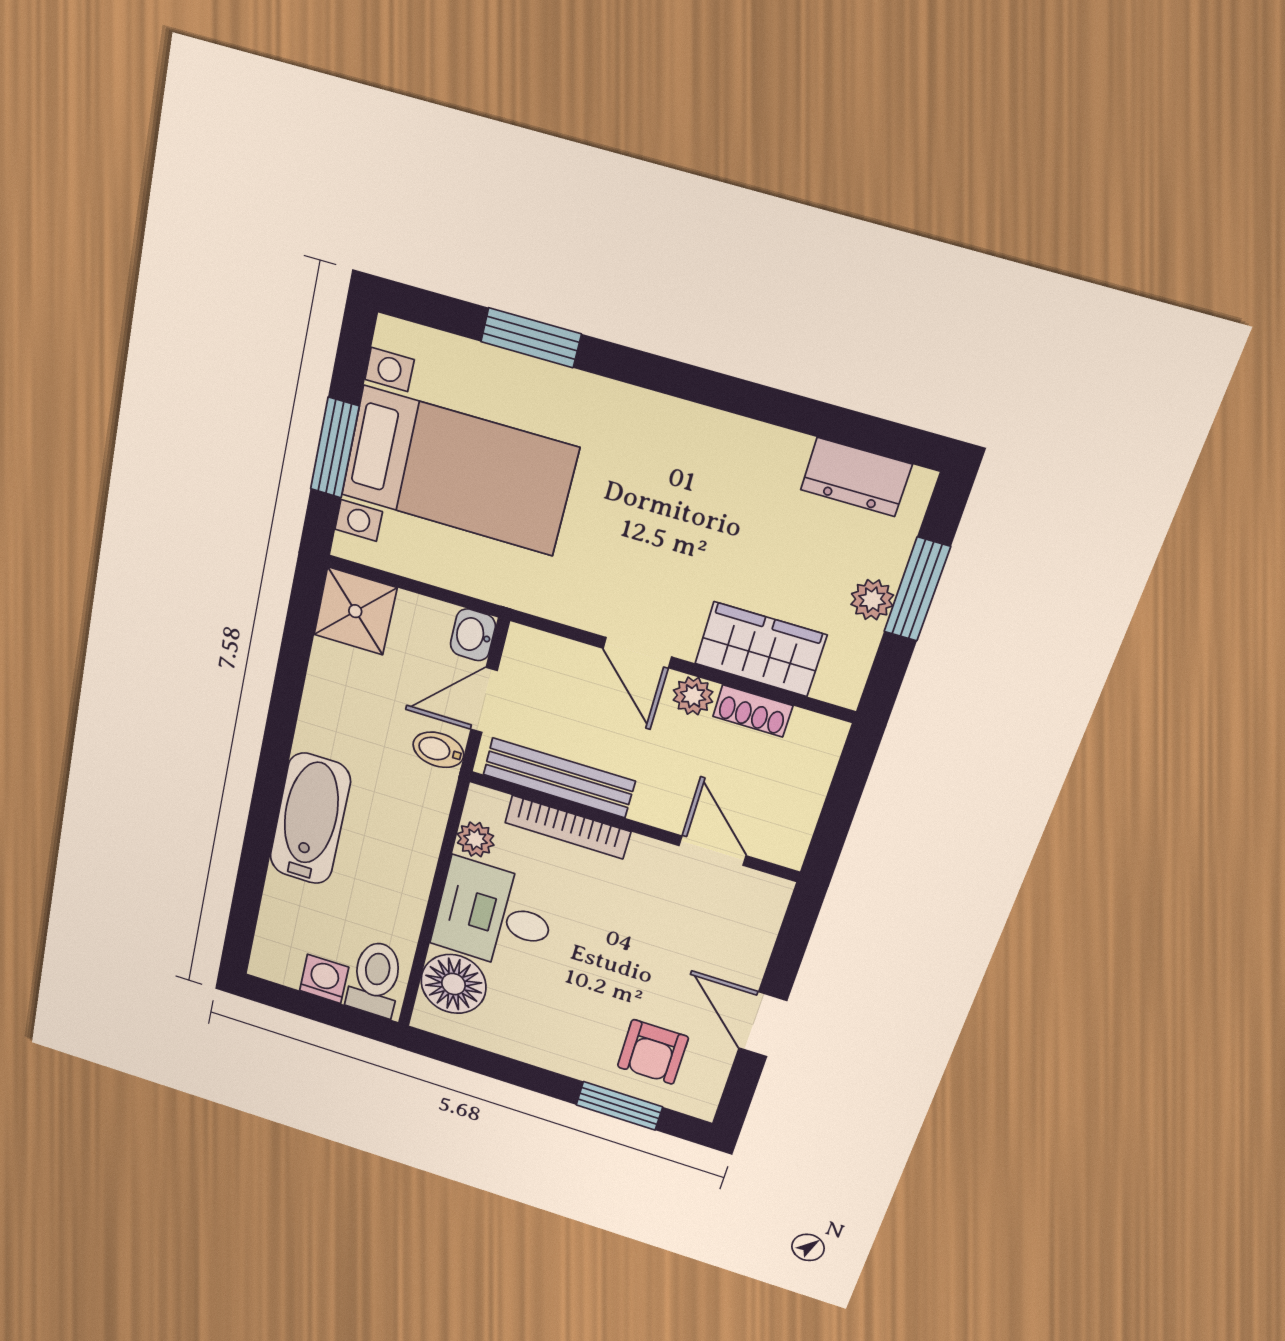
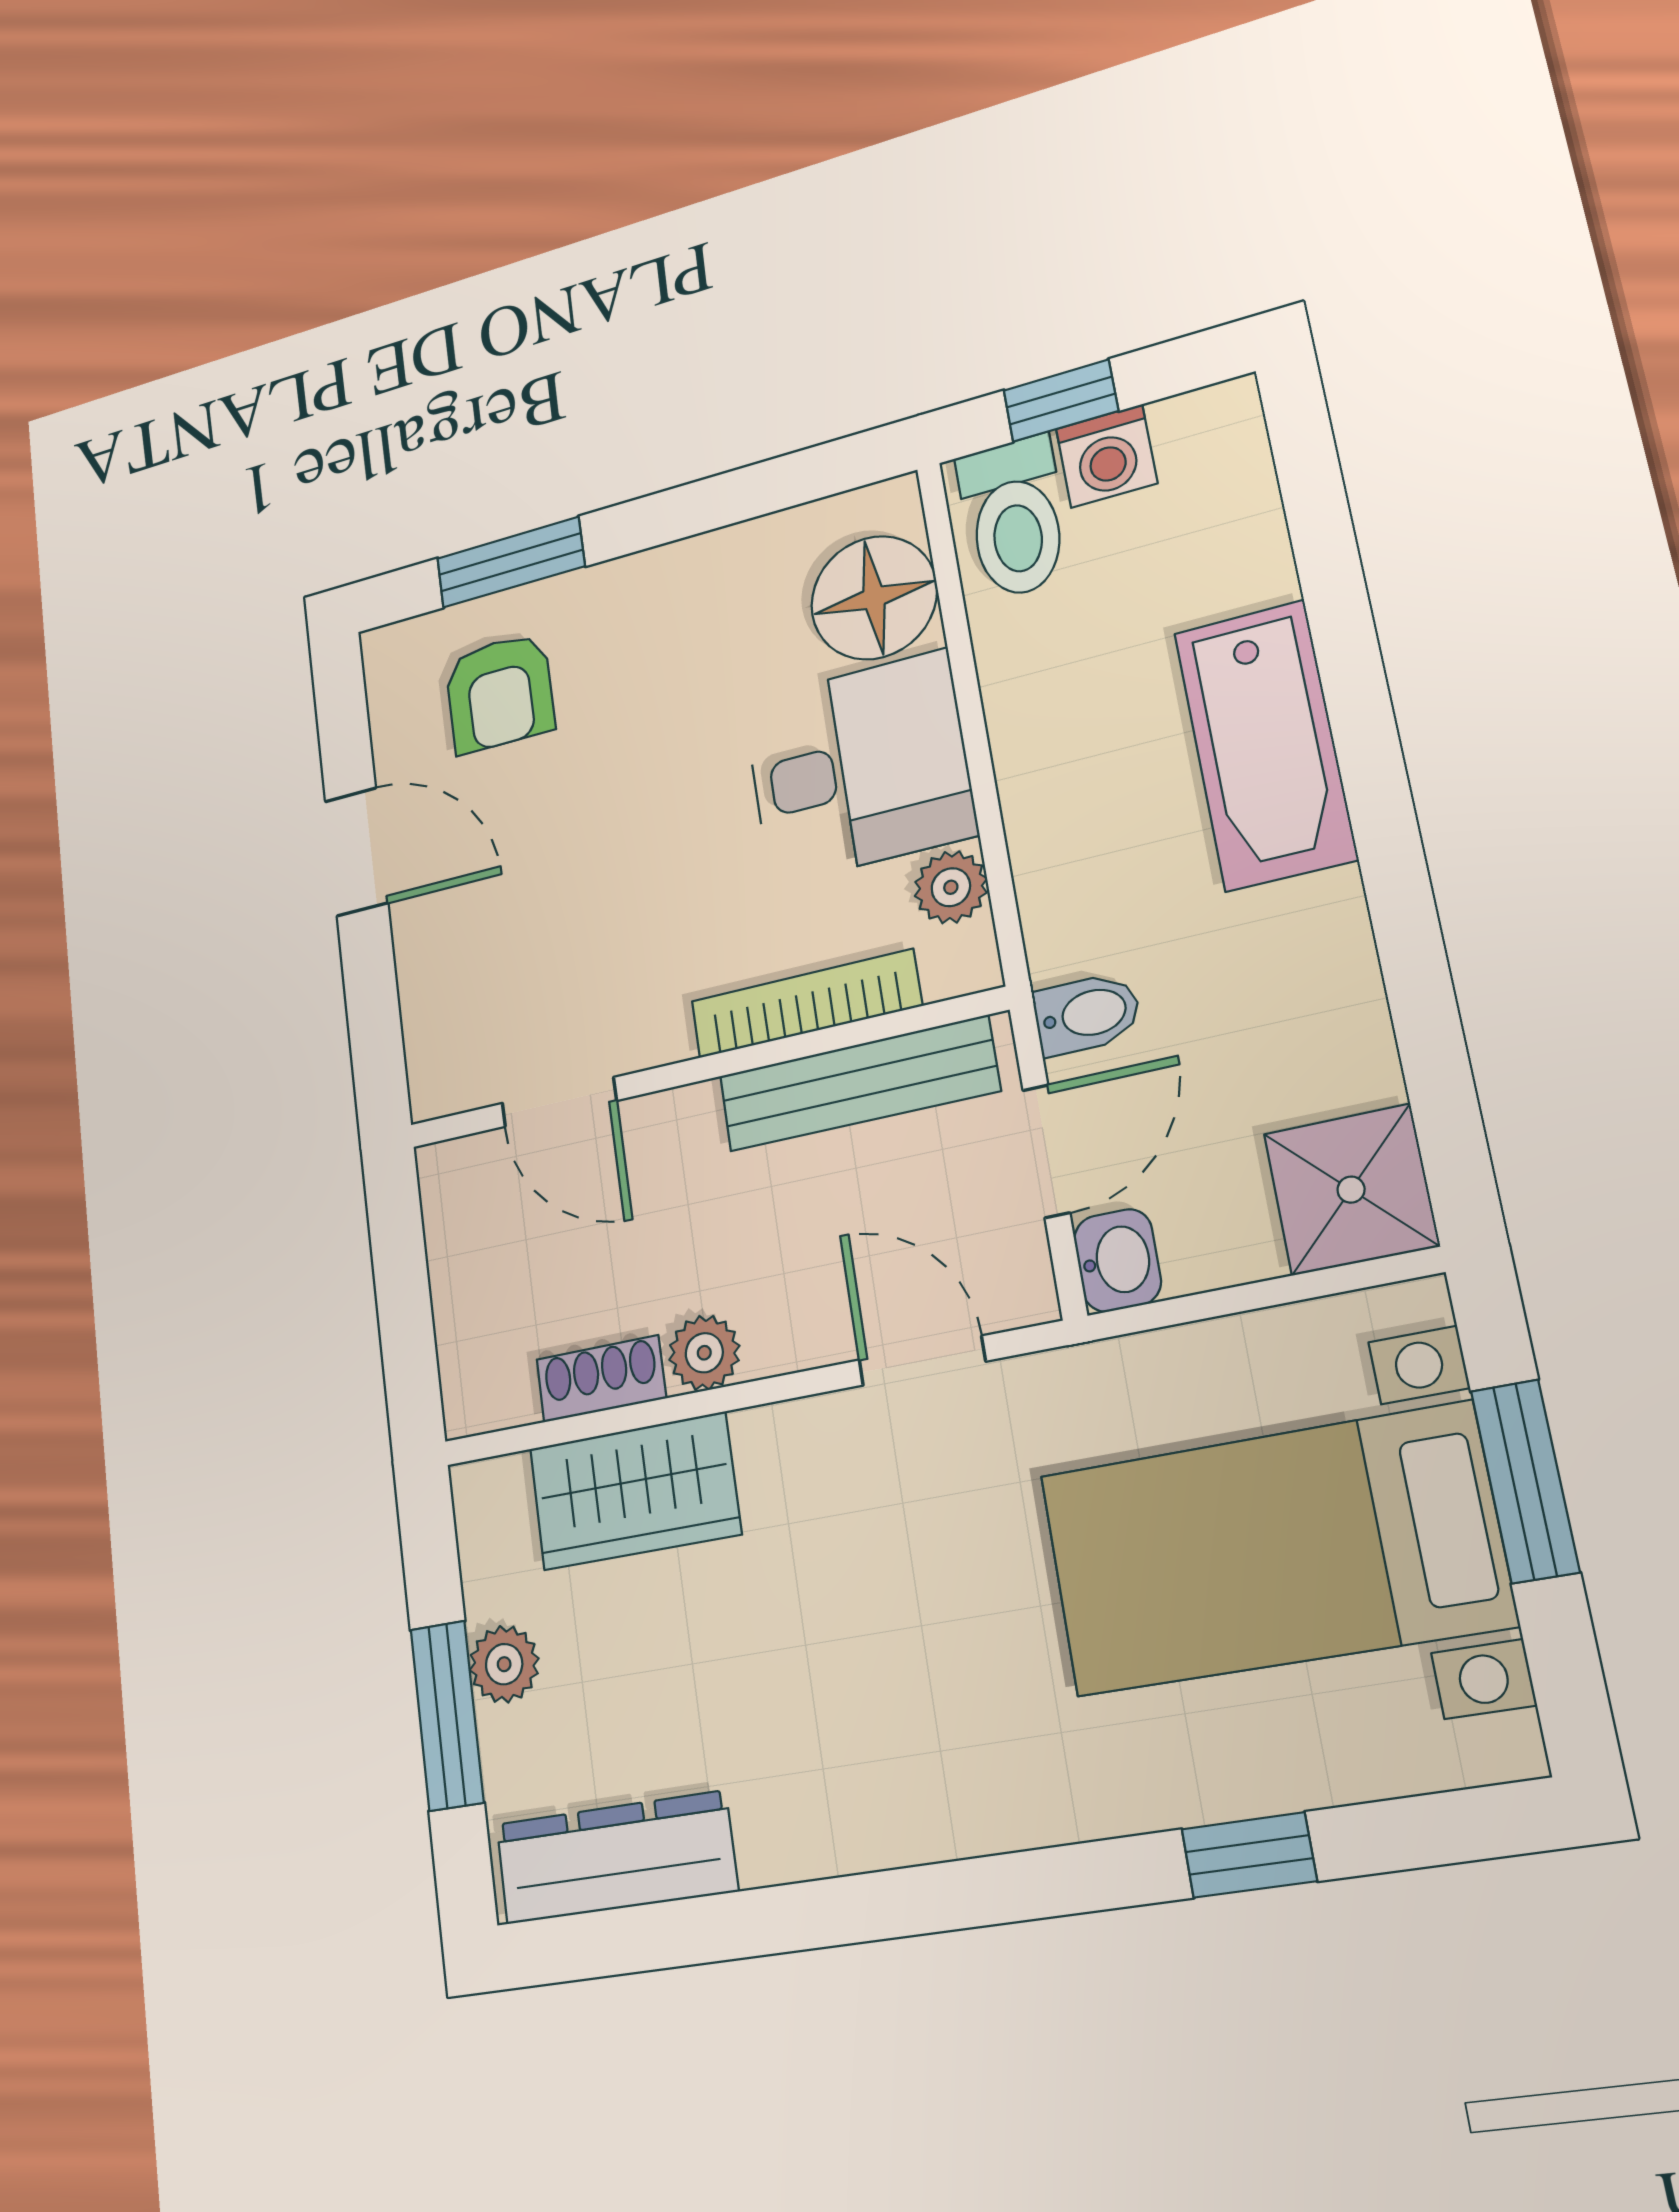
window: (531, 338) -> (1249, 1855), width x0.67
dresser: (856, 477) -> (616, 1858), width x1.44
door: (637, 653) -> (922, 1361), moved
window: (333, 1014) -> (1061, 401), added
armchair: (653, 1052) -> (500, 693), turned 180

